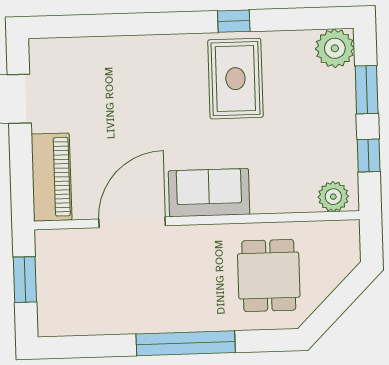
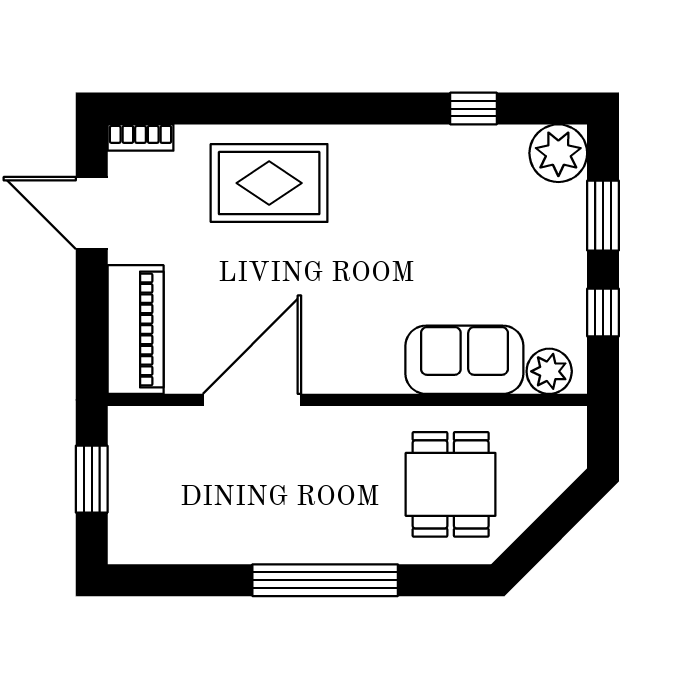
window: (234, 21) -> (473, 109), moved
bookcase: (51, 47) -> (141, 138), added
rug: (235, 79) -> (269, 183), moved, turned 90
sofa: (209, 193) -> (464, 360), moved

